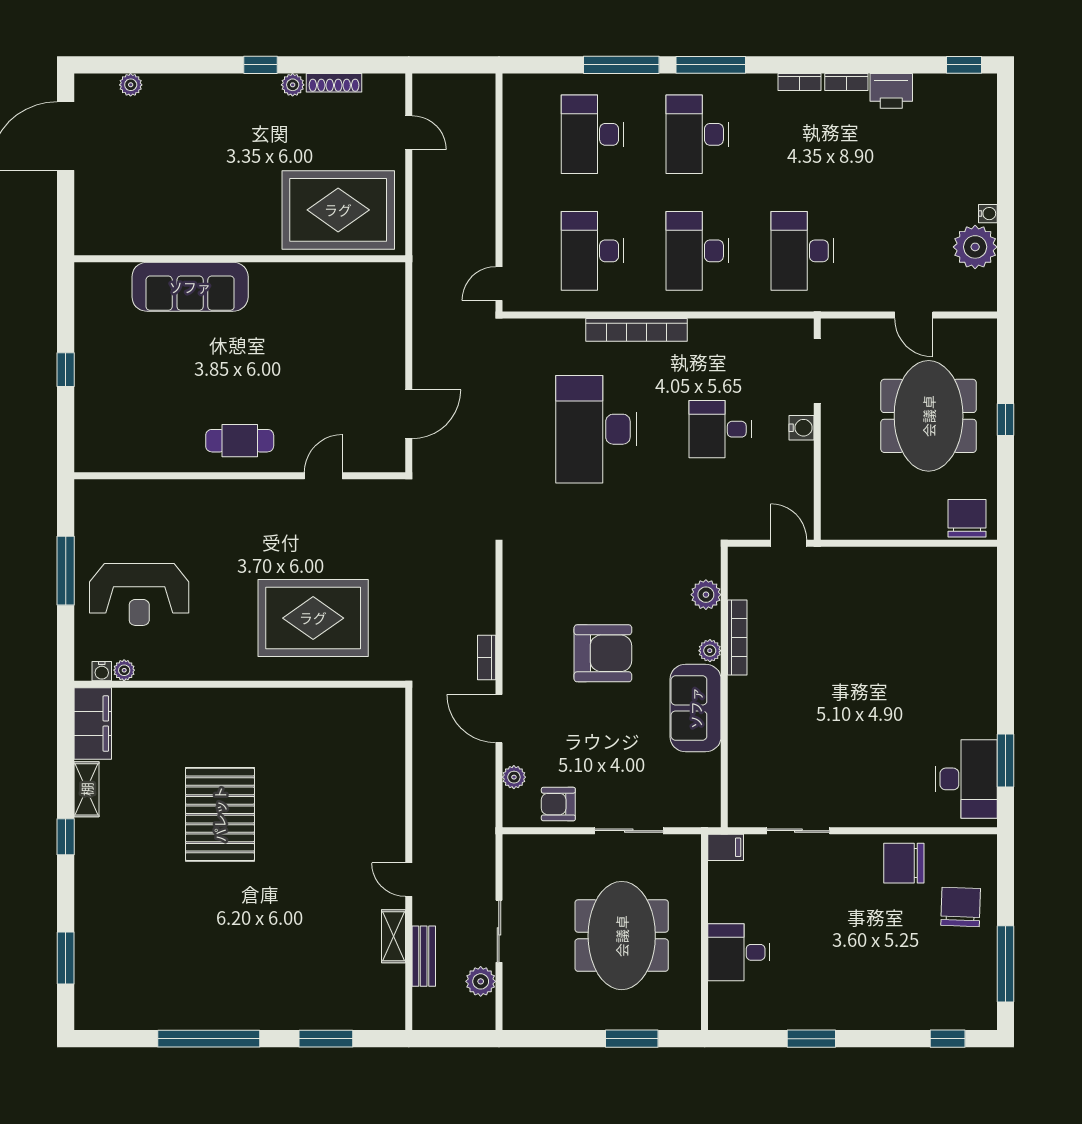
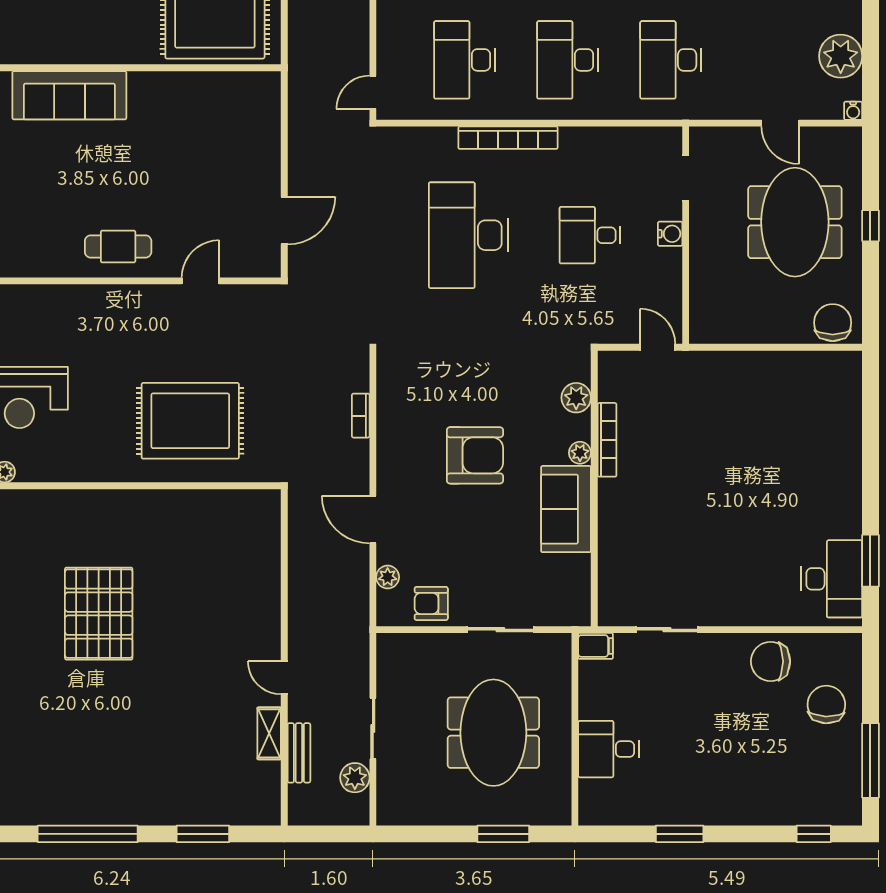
water cooler: (988, 214) -> (853, 111), moved, turned 90
doorway: (817, 371) -> (686, 178), width x0.73
bookcase: (487, 658) -> (361, 416), moved

